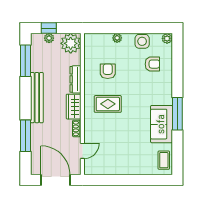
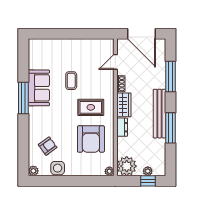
plant: (117, 38) -> (109, 171), moved
window: (25, 61) -> (171, 128), moved
armchair: (152, 64) -> (48, 146), turned 144
armchair: (108, 71) -> (91, 139), width x1.88, depth x1.88
dresser: (75, 79) -> (122, 127), width x0.70
coffee table: (164, 160) -> (71, 81), moved

